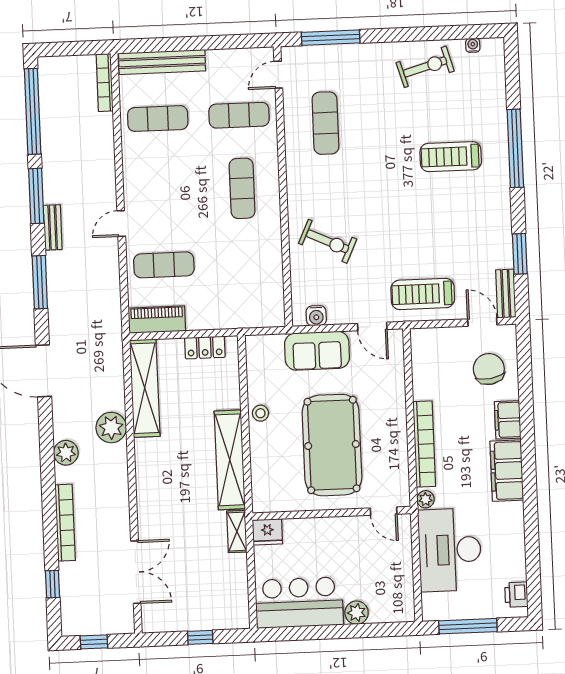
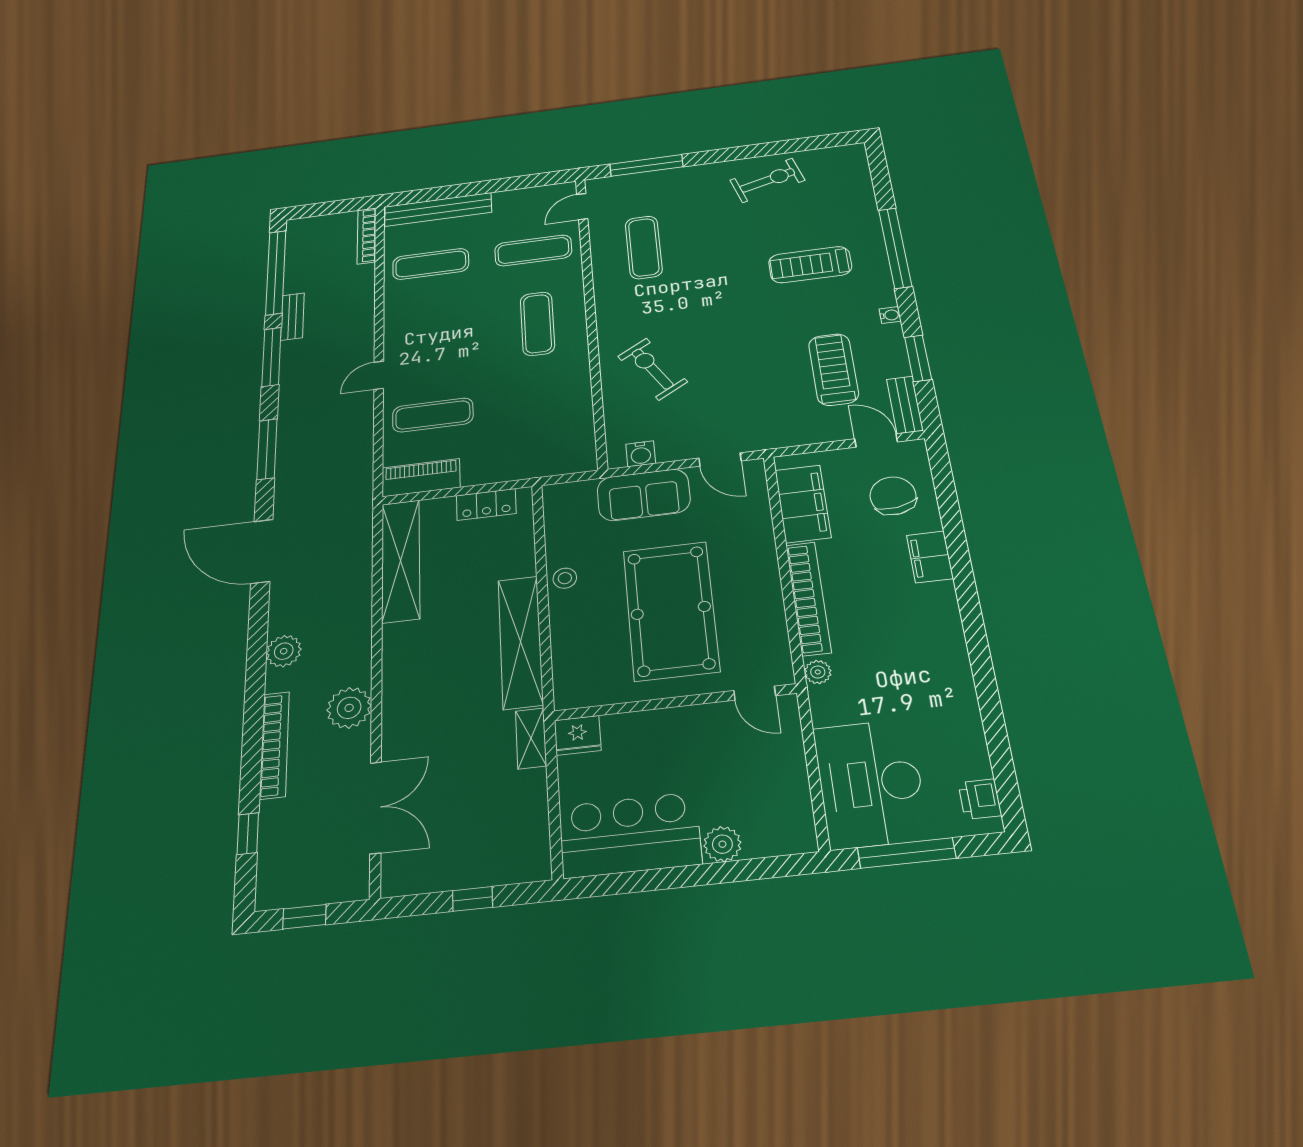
water cooler: (473, 45) -> (890, 315), moved, turned 90
bench: (53, 227) -> (292, 317), moved
exercise bike: (328, 241) -> (652, 369), turned -146
treadmill: (423, 294) -> (834, 369), moved, turned 90
plant: (111, 428) -> (349, 708), moved
filing cabinet: (507, 471) -> (803, 504), moved, turned 180
desk: (450, 550) -> (870, 783), moved

